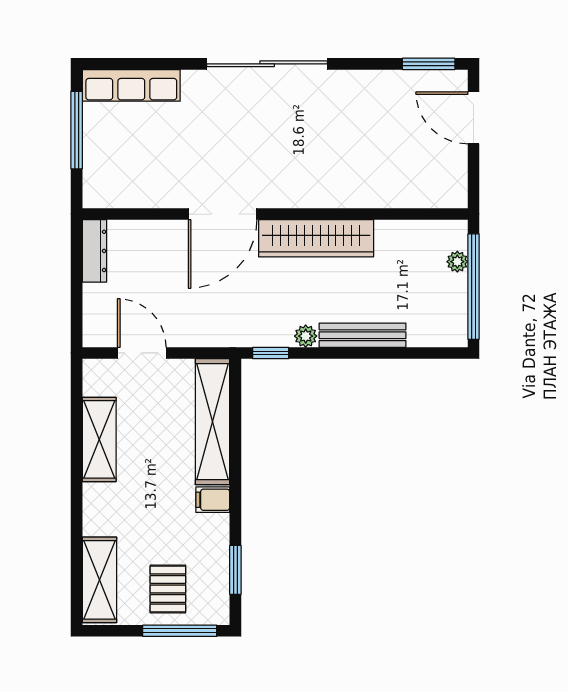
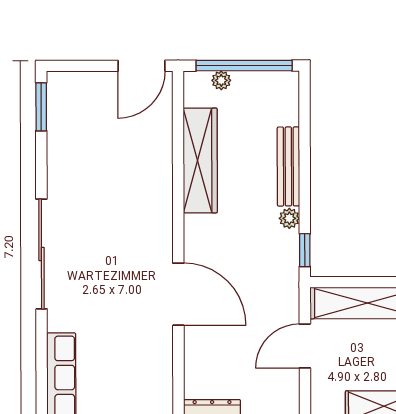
door: (474, 118) -> (141, 66), moved
wardrobe: (316, 238) -> (200, 160), moved
door: (142, 353) -> (305, 346), moved

